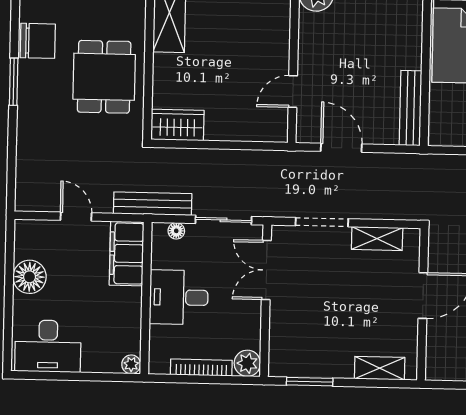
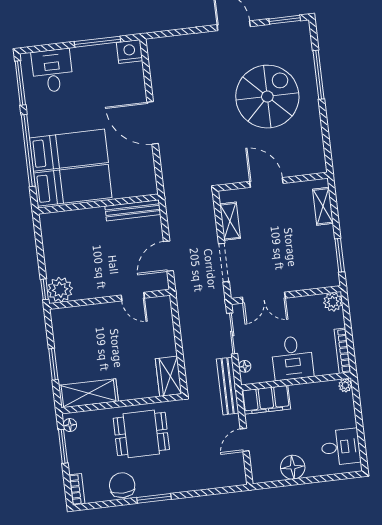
desk: (48, 346) -> (341, 447), width x0.73
bookcase: (201, 368) -> (342, 351), moved

